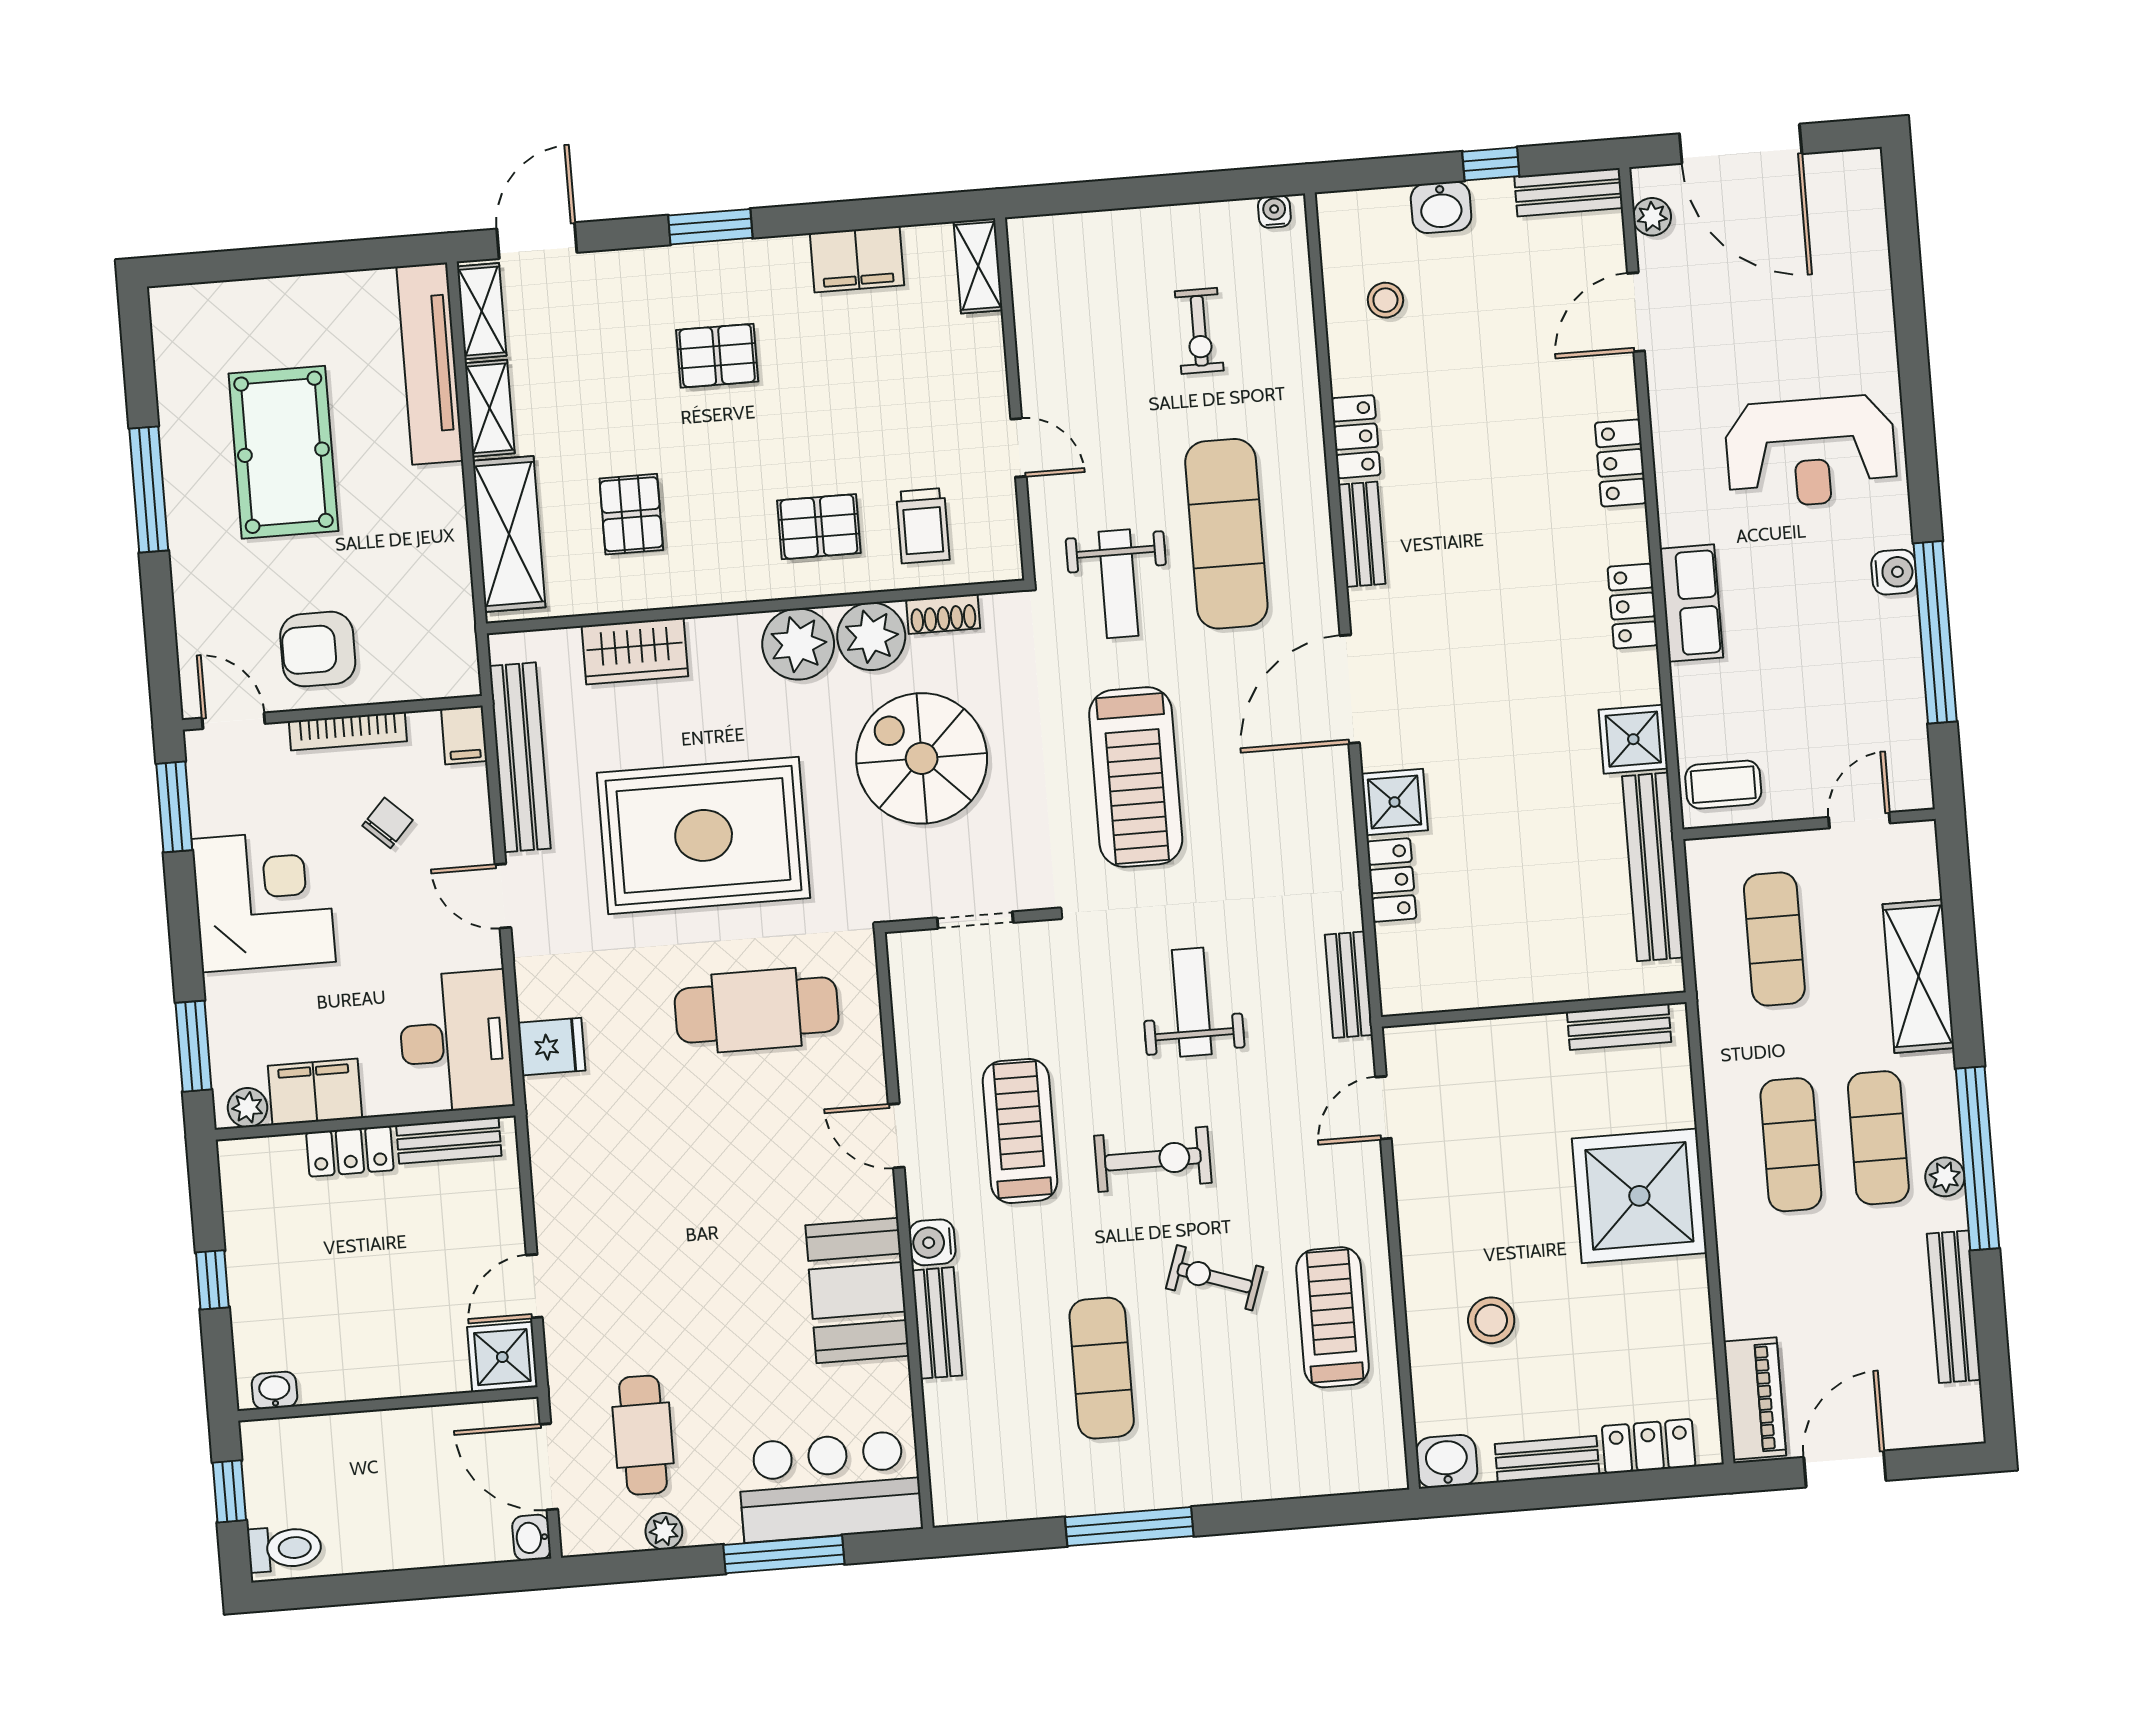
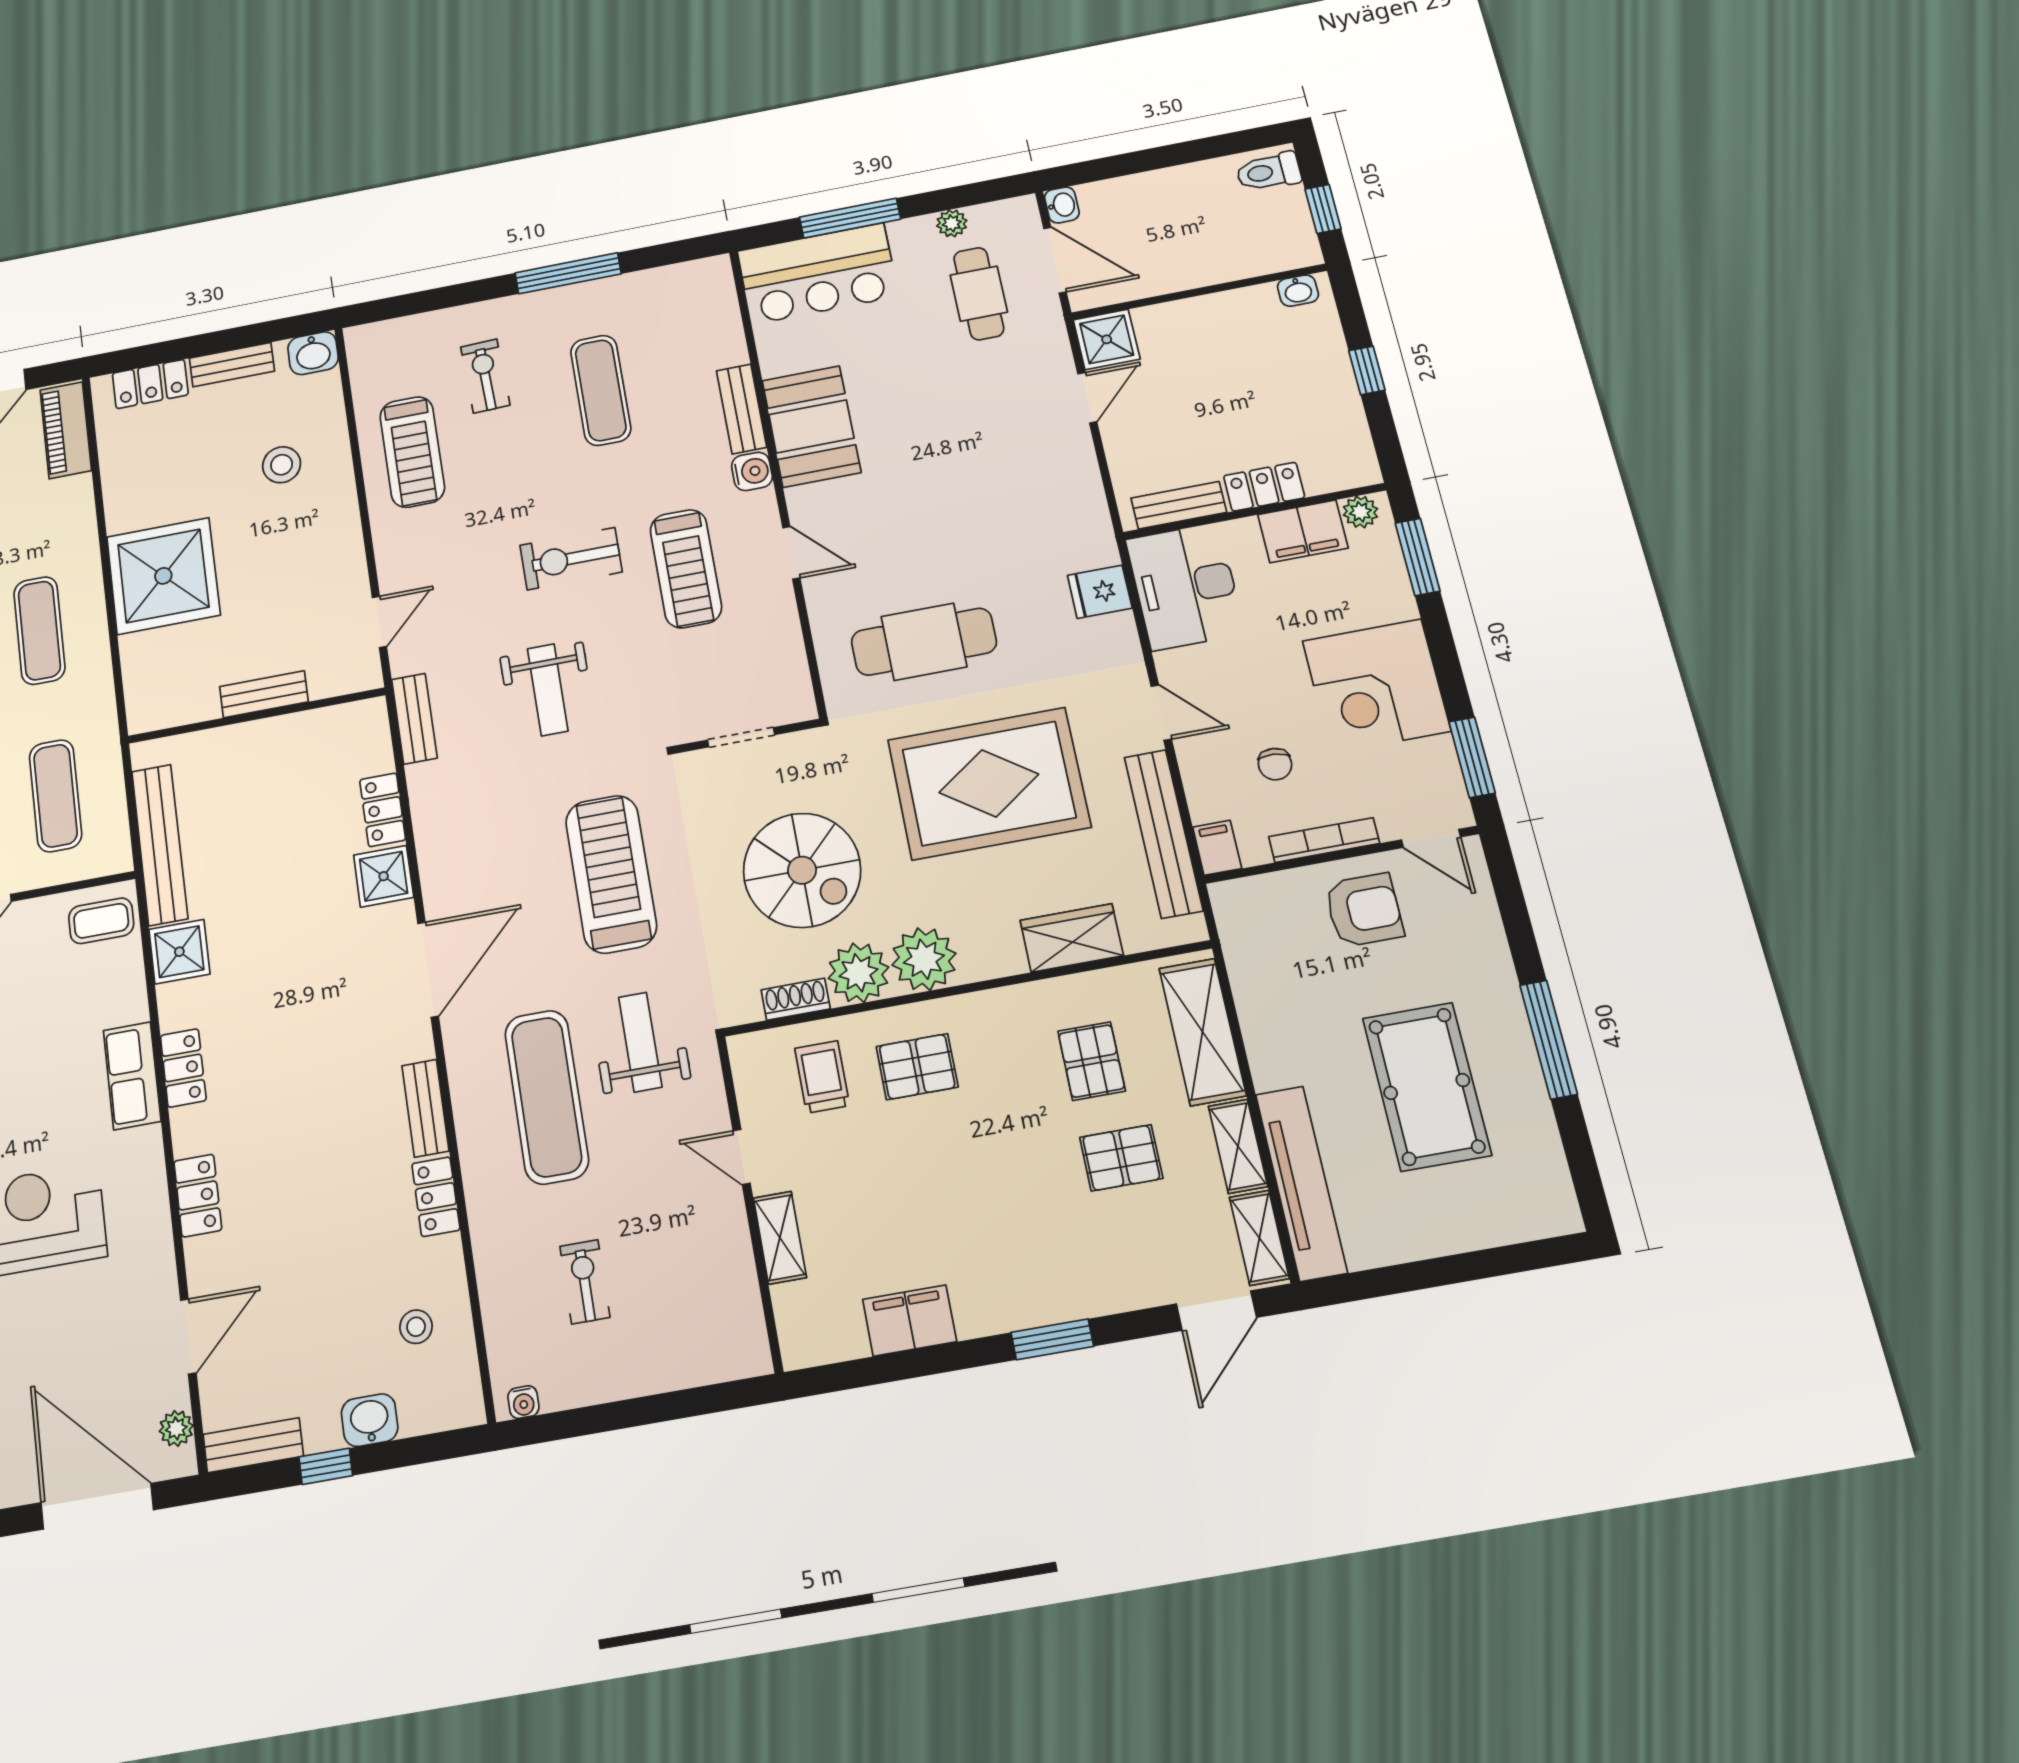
shelving: (978, 266) -> (780, 1238), moved
pallet: (717, 356) -> (1121, 1158), moved
chair: (387, 823) -> (1275, 764), turned -39
bench: (1619, 1027) -> (264, 694), moved
exercise bike: (1215, 1278) -> (485, 376), moved, turned -111

